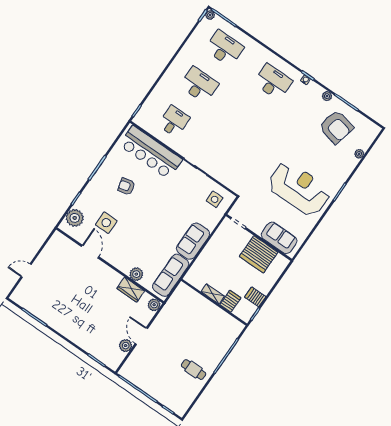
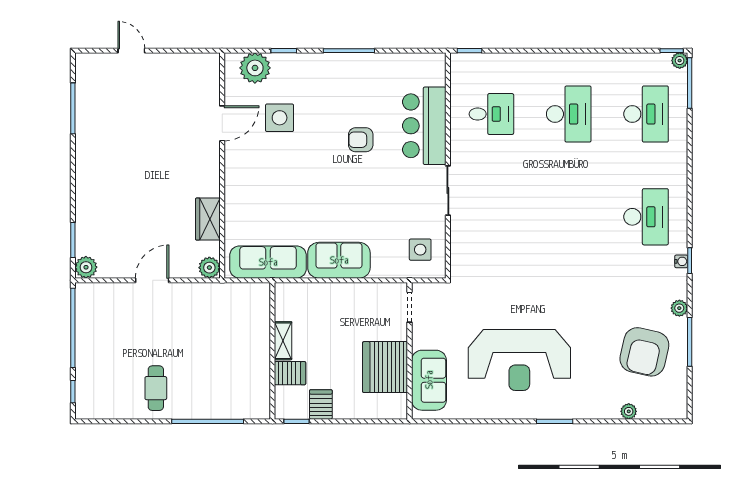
bar counter: (151, 152) -> (424, 126), width x0.73
armchair: (126, 186) -> (361, 140), moved, turned -77
reception desk: (299, 189) -> (519, 360), turned 90
plant: (136, 274) -> (236, 212), removed
plant: (126, 346) -> (86, 267), moved

